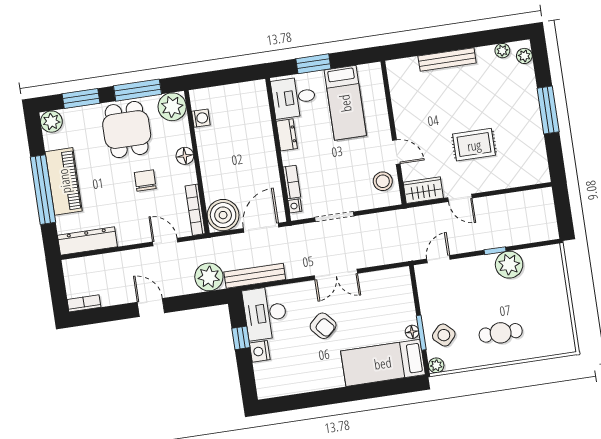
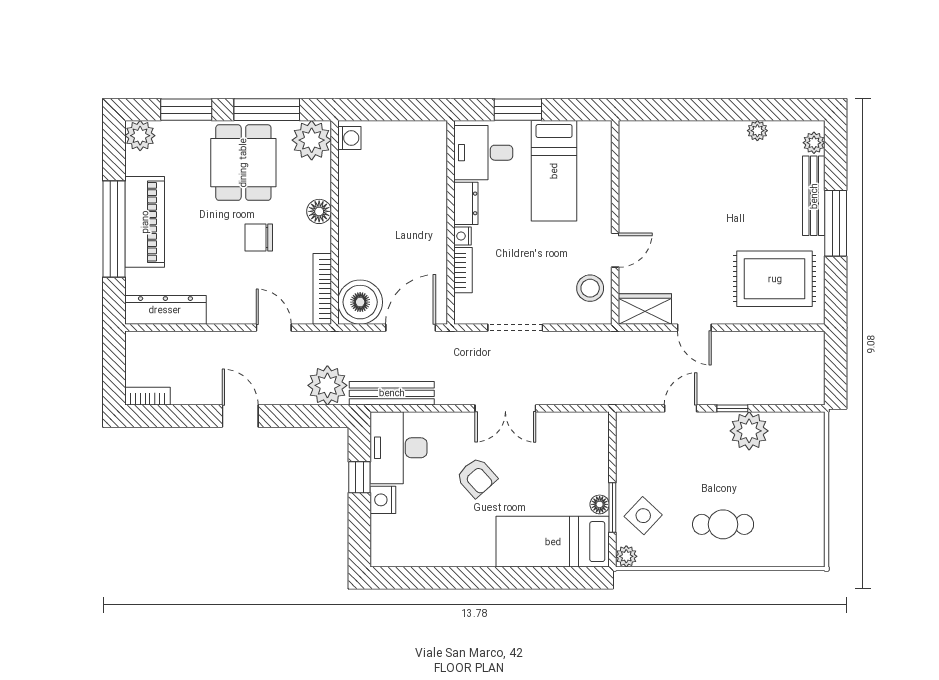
plant: (502, 51) -> (757, 131), moved
bench: (447, 60) -> (814, 196), moved, turned 90
washing machine: (201, 118) -> (349, 138), moved
rug: (474, 145) -> (775, 279), moved, width x1.36, depth x1.43
door: (396, 152) -> (615, 250), hinge flipped
chair: (145, 180) -> (259, 238), turned -90
nightstand: (295, 206) -> (462, 236), moved
door: (438, 259) -> (681, 408), moved

